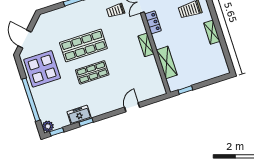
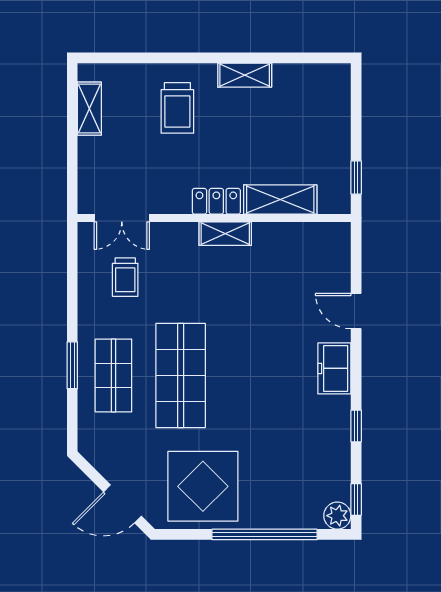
locker: (153, 22) -> (216, 201), moved
shop shelf: (92, 72) -> (113, 376), moved
freezer: (79, 115) -> (334, 368), moved

